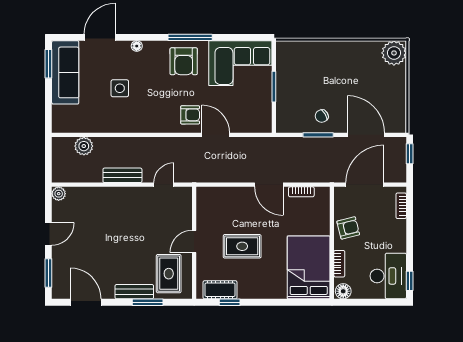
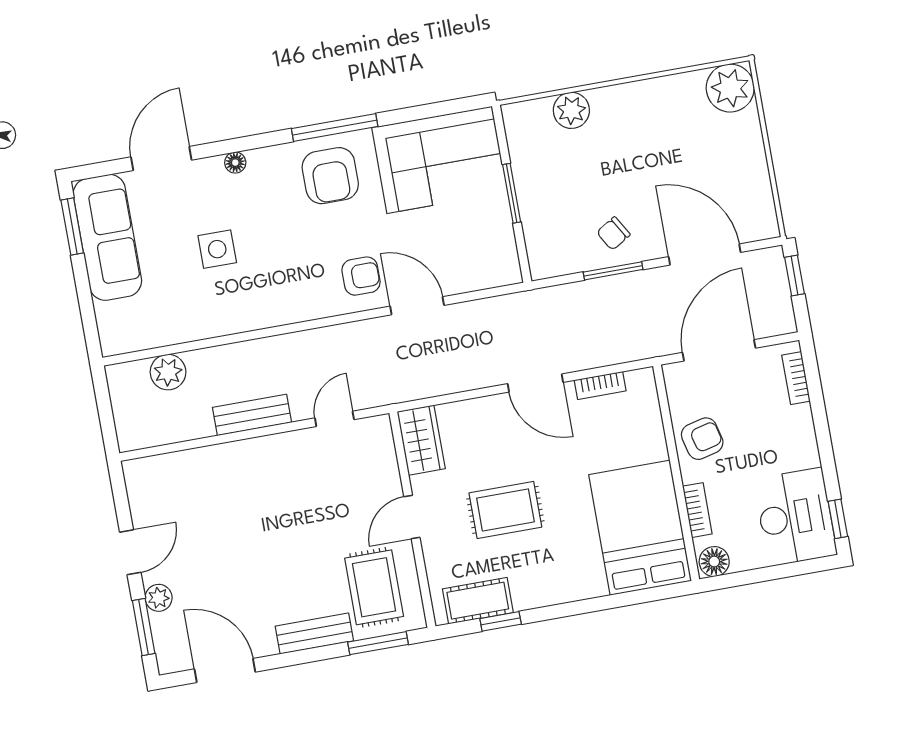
plant: (312, 50) -> (571, 110), added
plant: (59, 194) -> (159, 598), moved
wardrobe: (206, 203) -> (421, 440), added
window: (148, 302) -> (378, 643), moved

